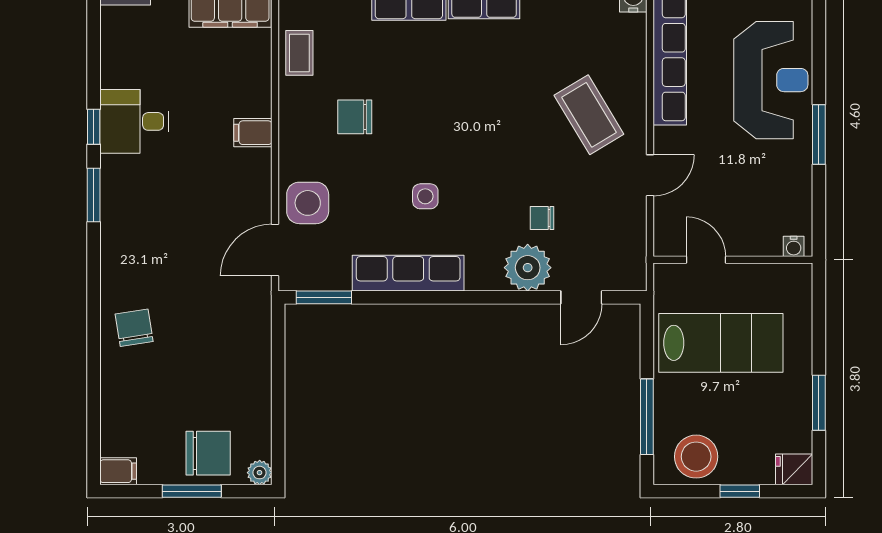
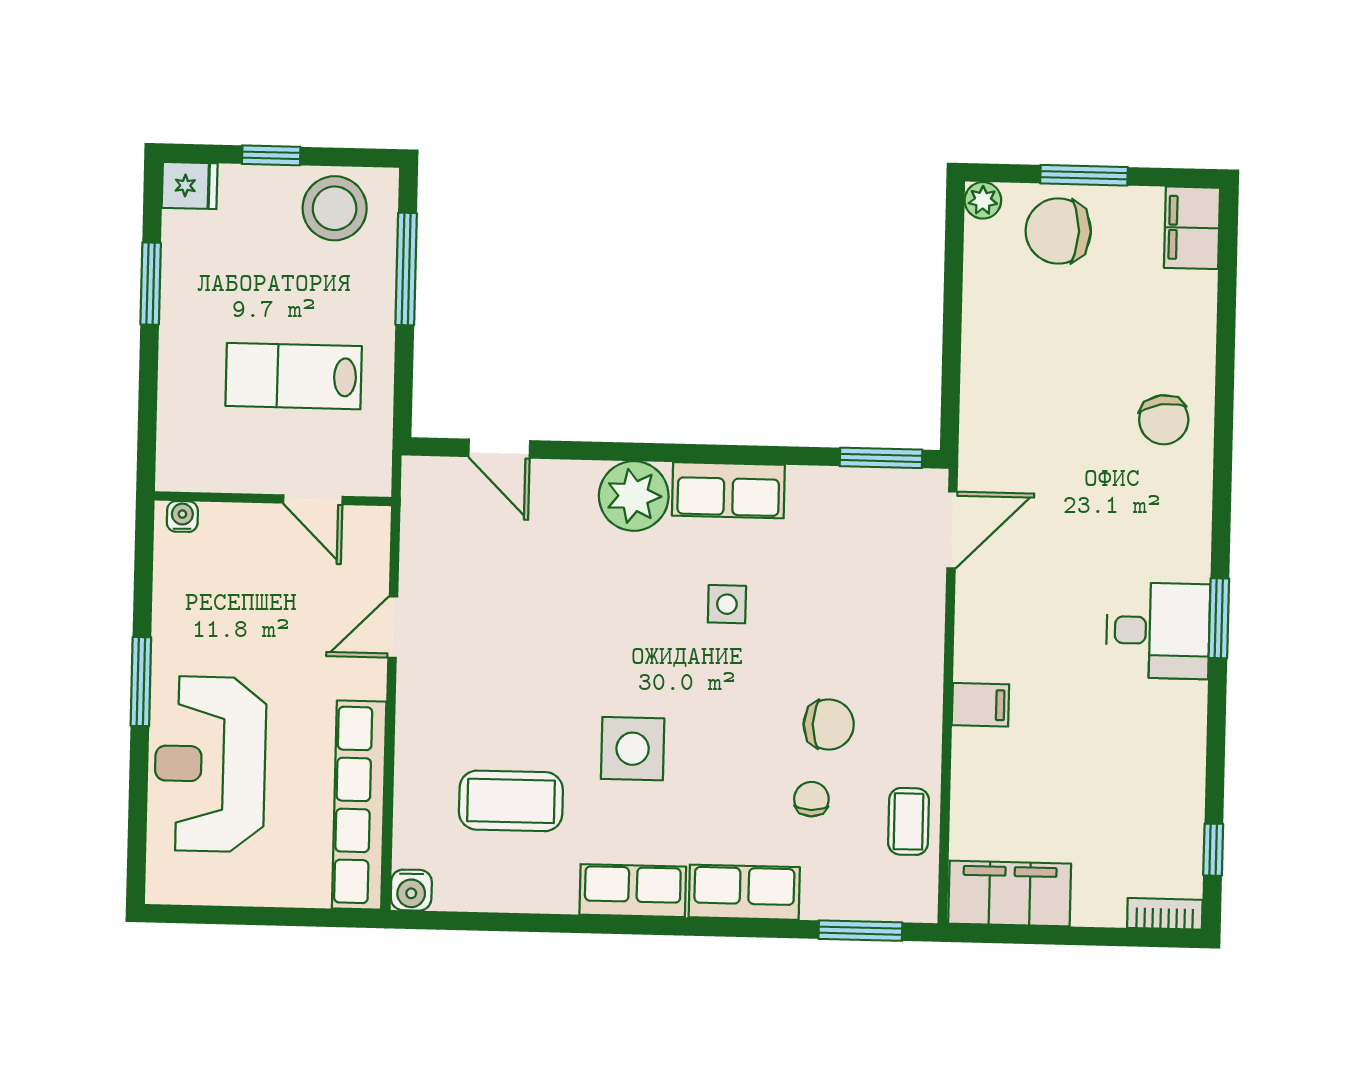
coffee table: (589, 115) -> (511, 801), moved, turned -59
desk: (134, 121) -> (1158, 631), moved
window: (94, 127) -> (1213, 850), moved
side table: (308, 203) -> (633, 749), moved
chair: (542, 218) -> (811, 799), moved, turned -90
plant: (528, 268) -> (634, 496), moved
row of seats: (408, 273) -> (728, 490), width x0.68
door: (581, 297) -> (499, 449), swing flipped
lab bench: (721, 343) -> (294, 376), width x0.73, depth x0.72
filing cabinet: (118, 471) -> (1192, 228), width x2.00

